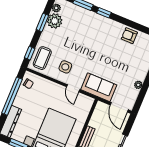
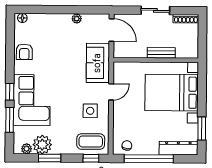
corner sofa: (91, 27) -> (32, 100), added
door: (119, 107) -> (111, 30), hinge flipped

